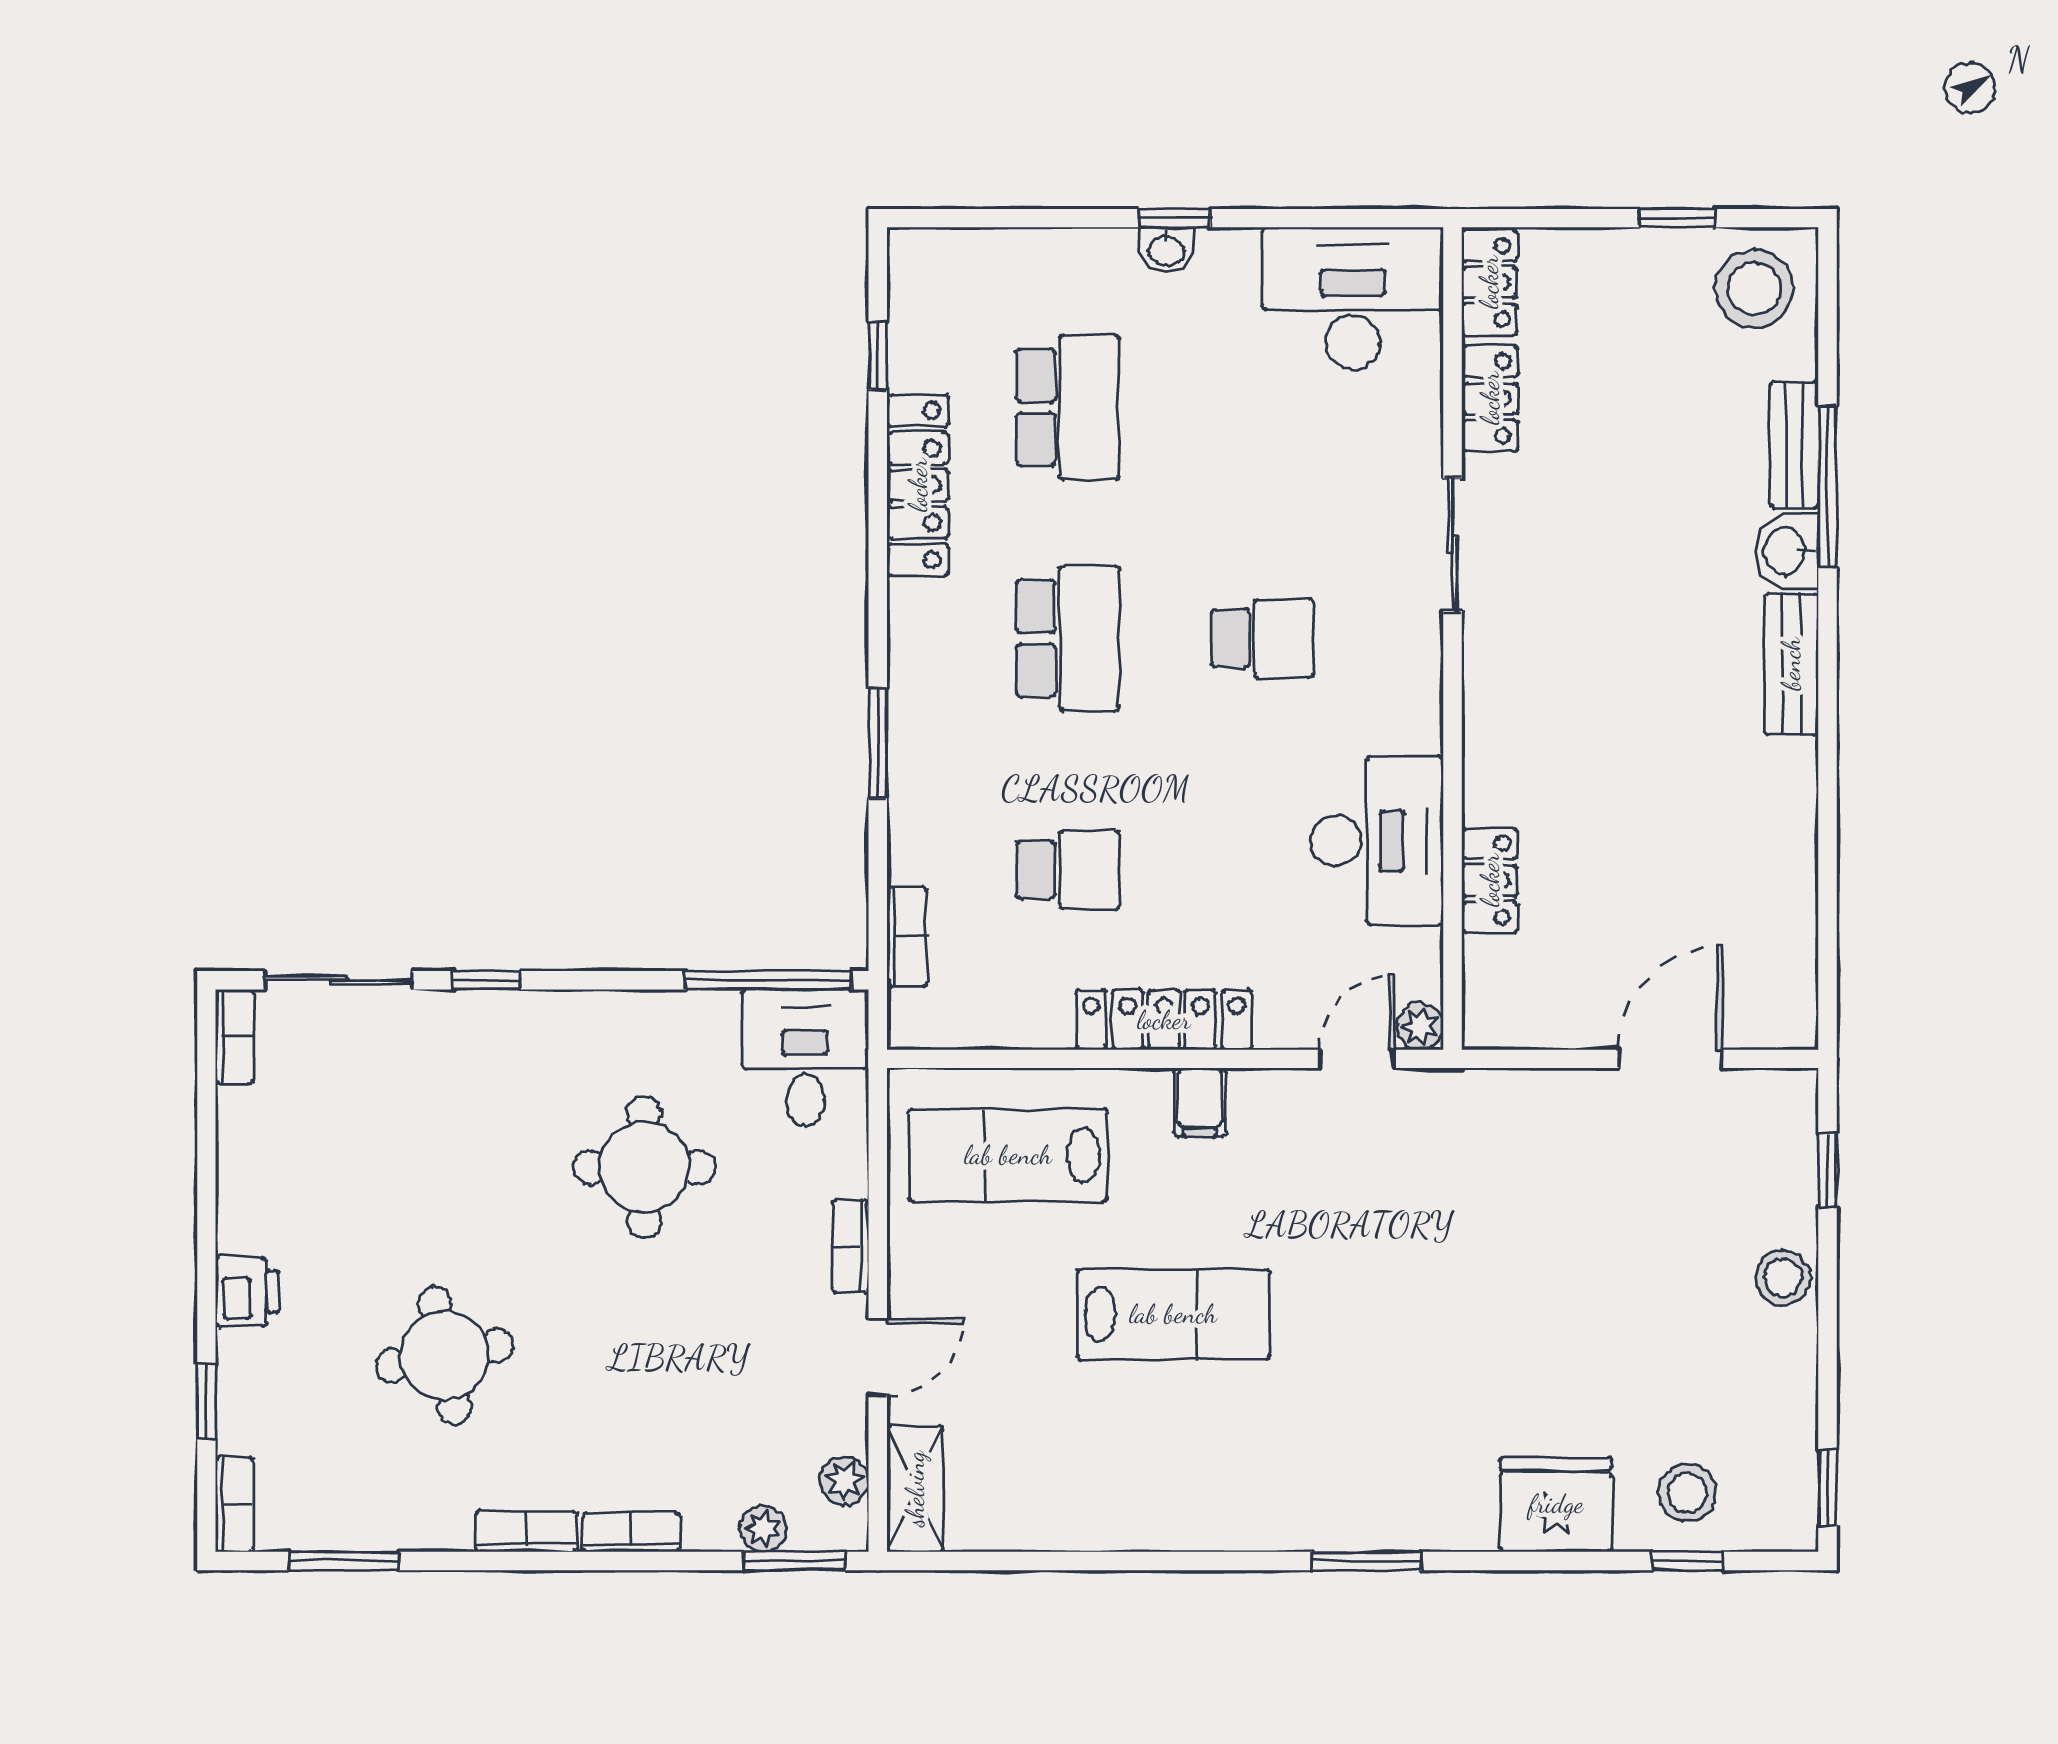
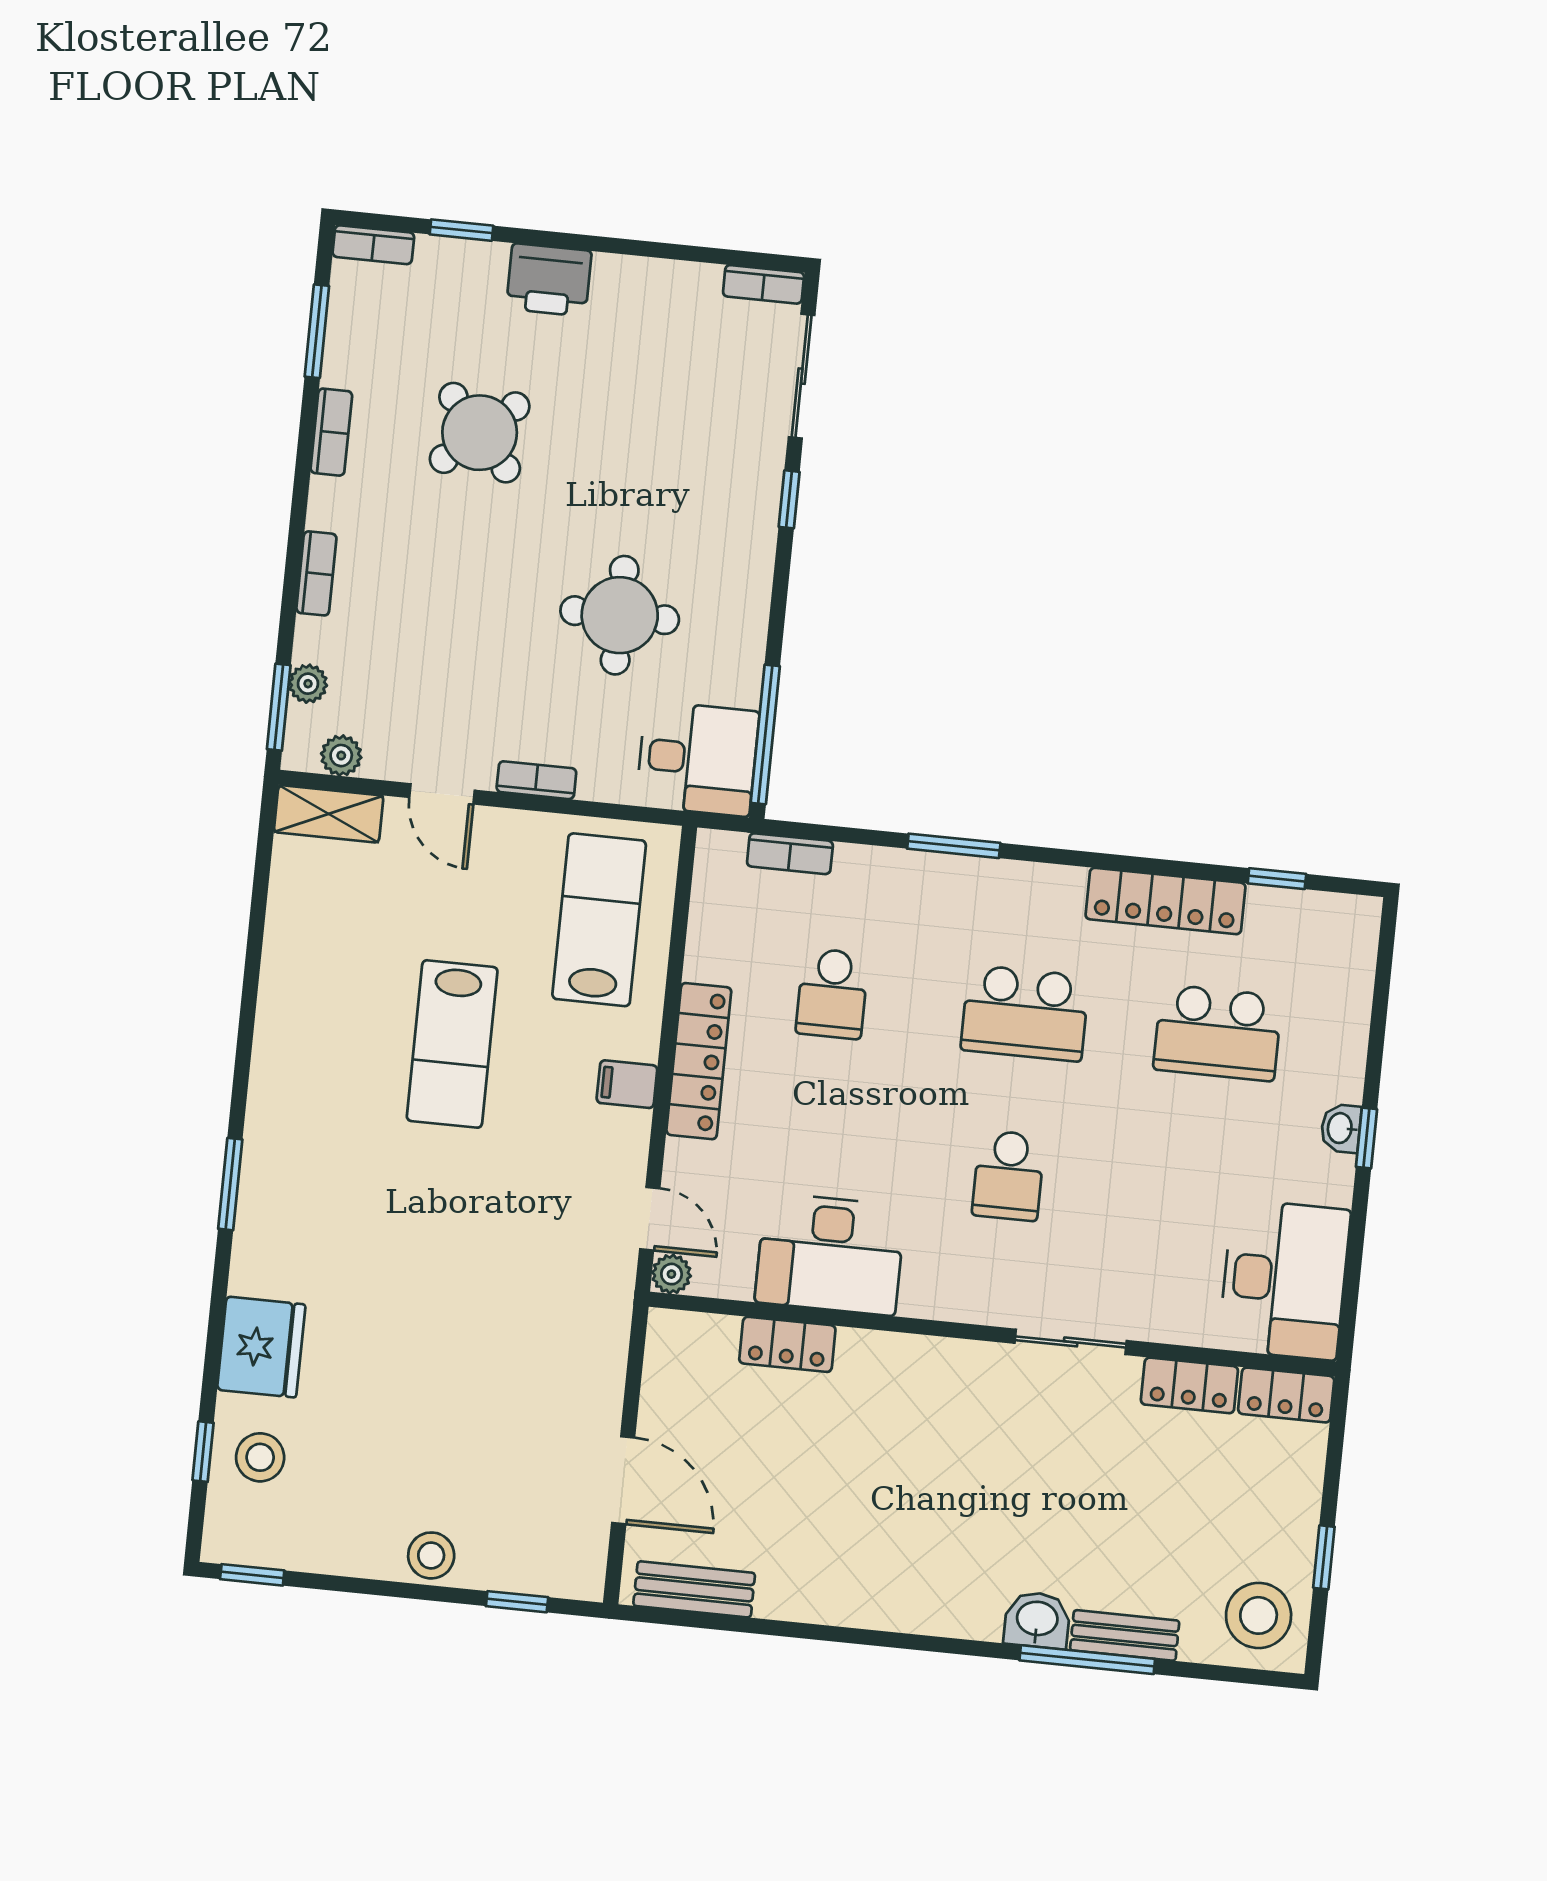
bench: (1791, 664) -> (694, 1589), moved
printer: (247, 1292) -> (549, 280), width x1.36, depth x1.24
round table: (445, 1356) -> (480, 433), turned -31
bookcase: (527, 1532) -> (331, 432), moved

